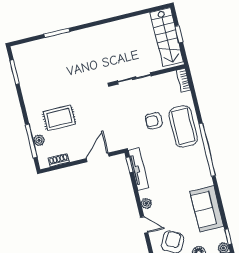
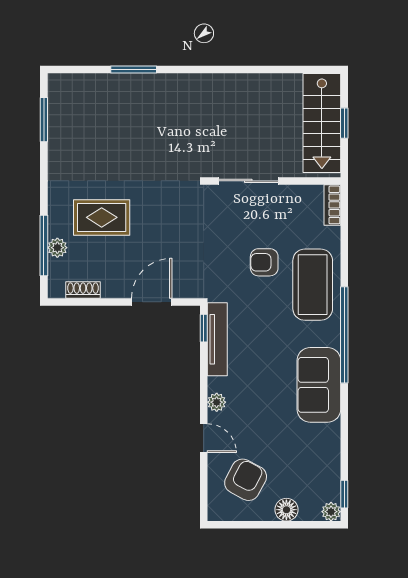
sofa: (207, 209) -> (319, 385), moved

